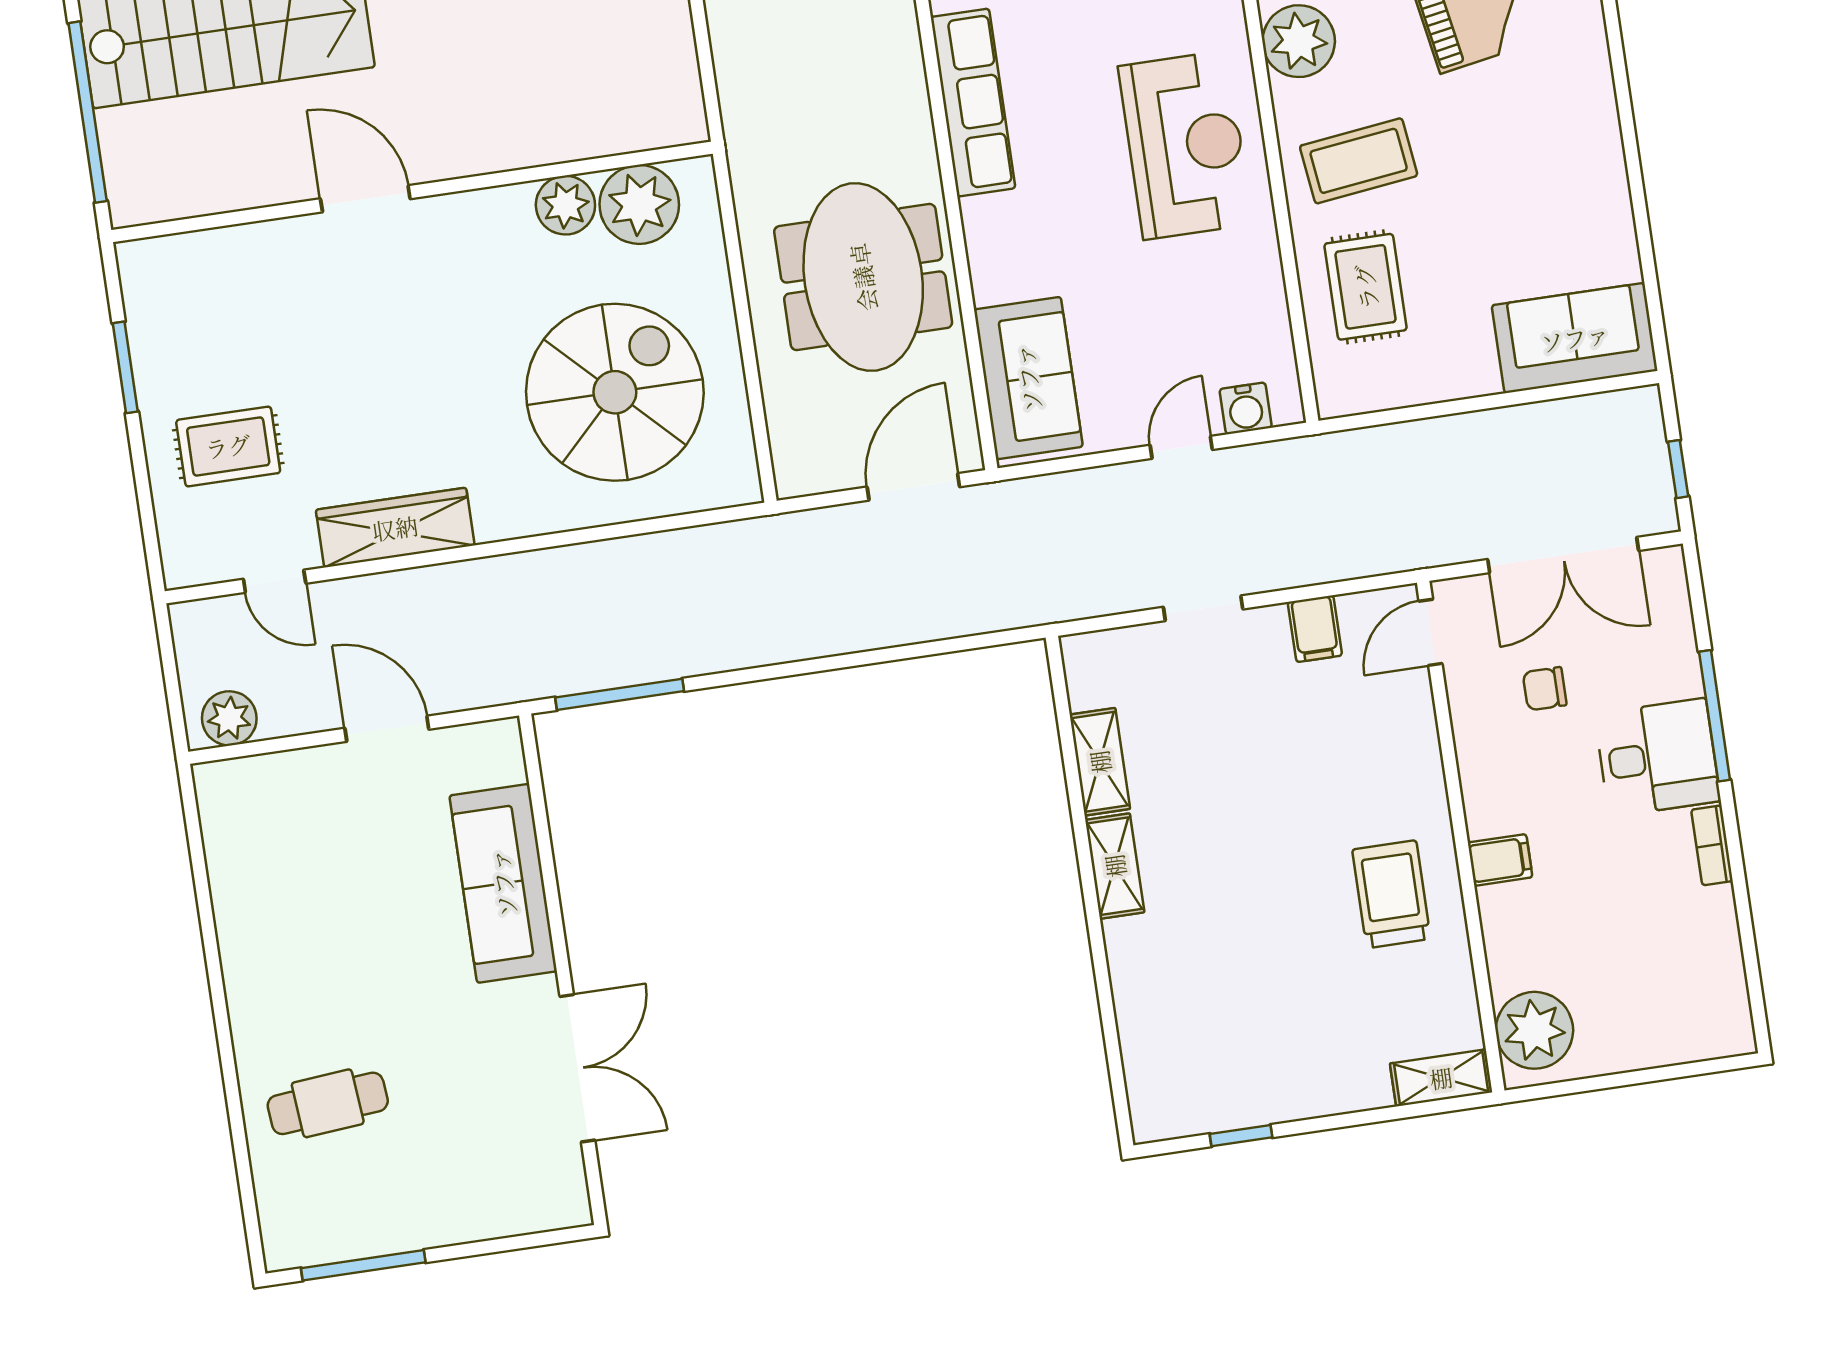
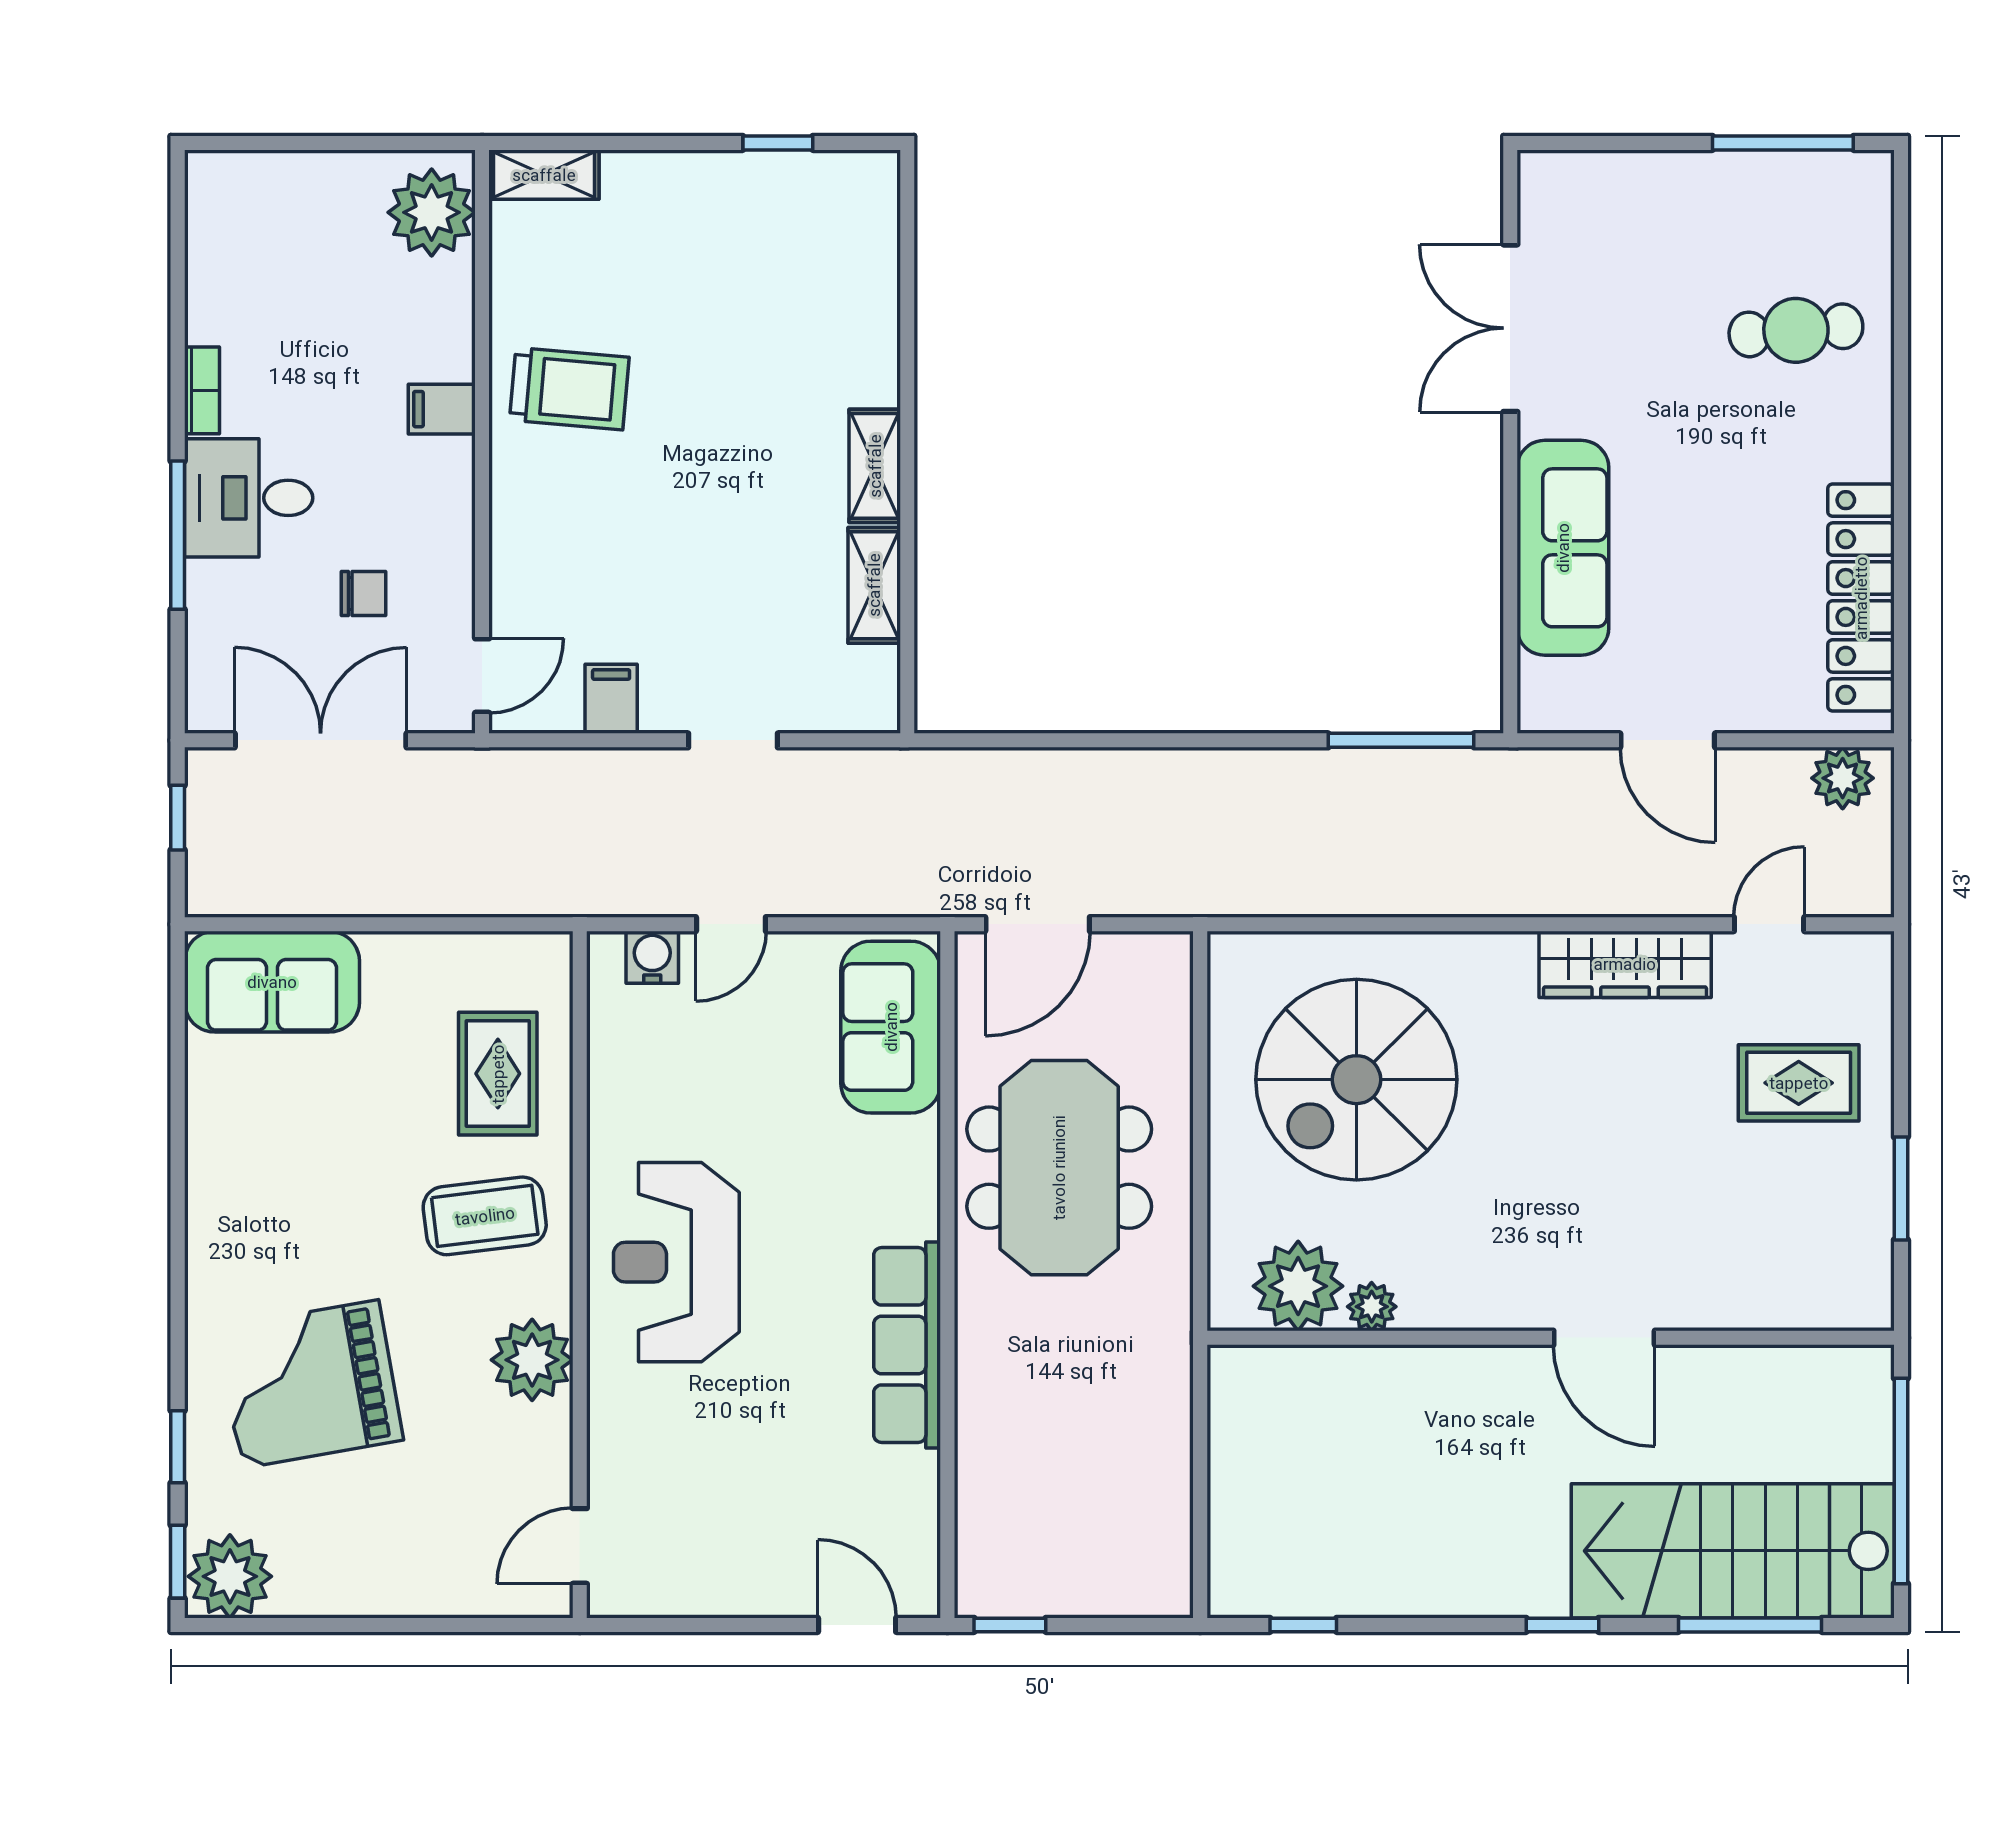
plant: (565, 205) -> (1372, 1307), width x0.73, depth x0.73
door: (275, 581) -> (1769, 924), hinge flipped
locker: (236, 878) -> (1861, 598), added
trolley: (1391, 894) -> (569, 389), turned -85

